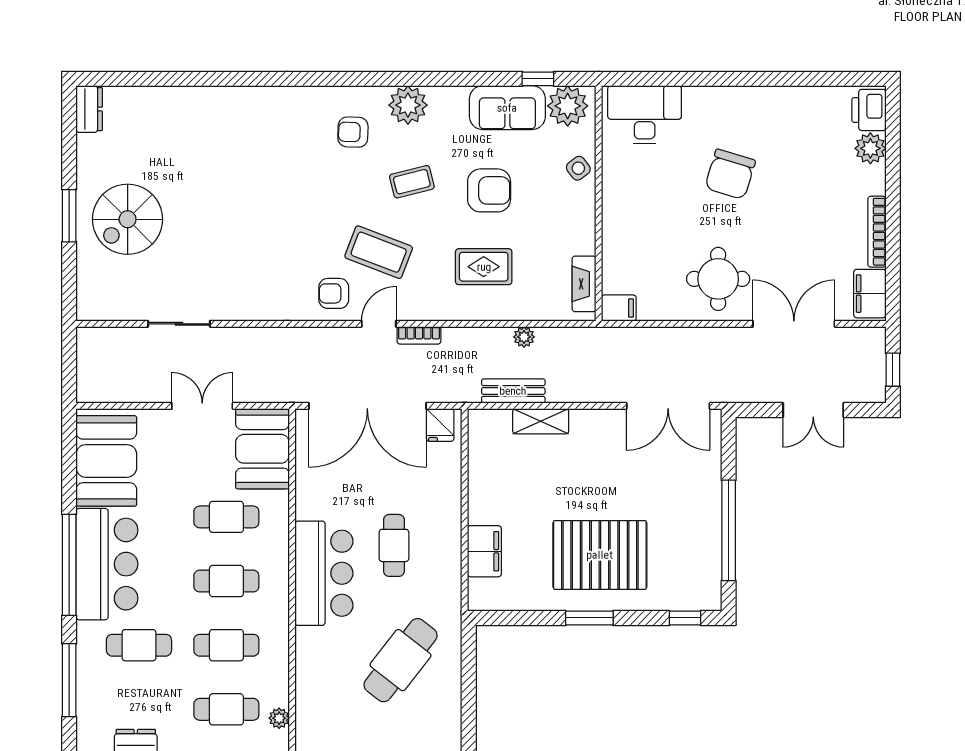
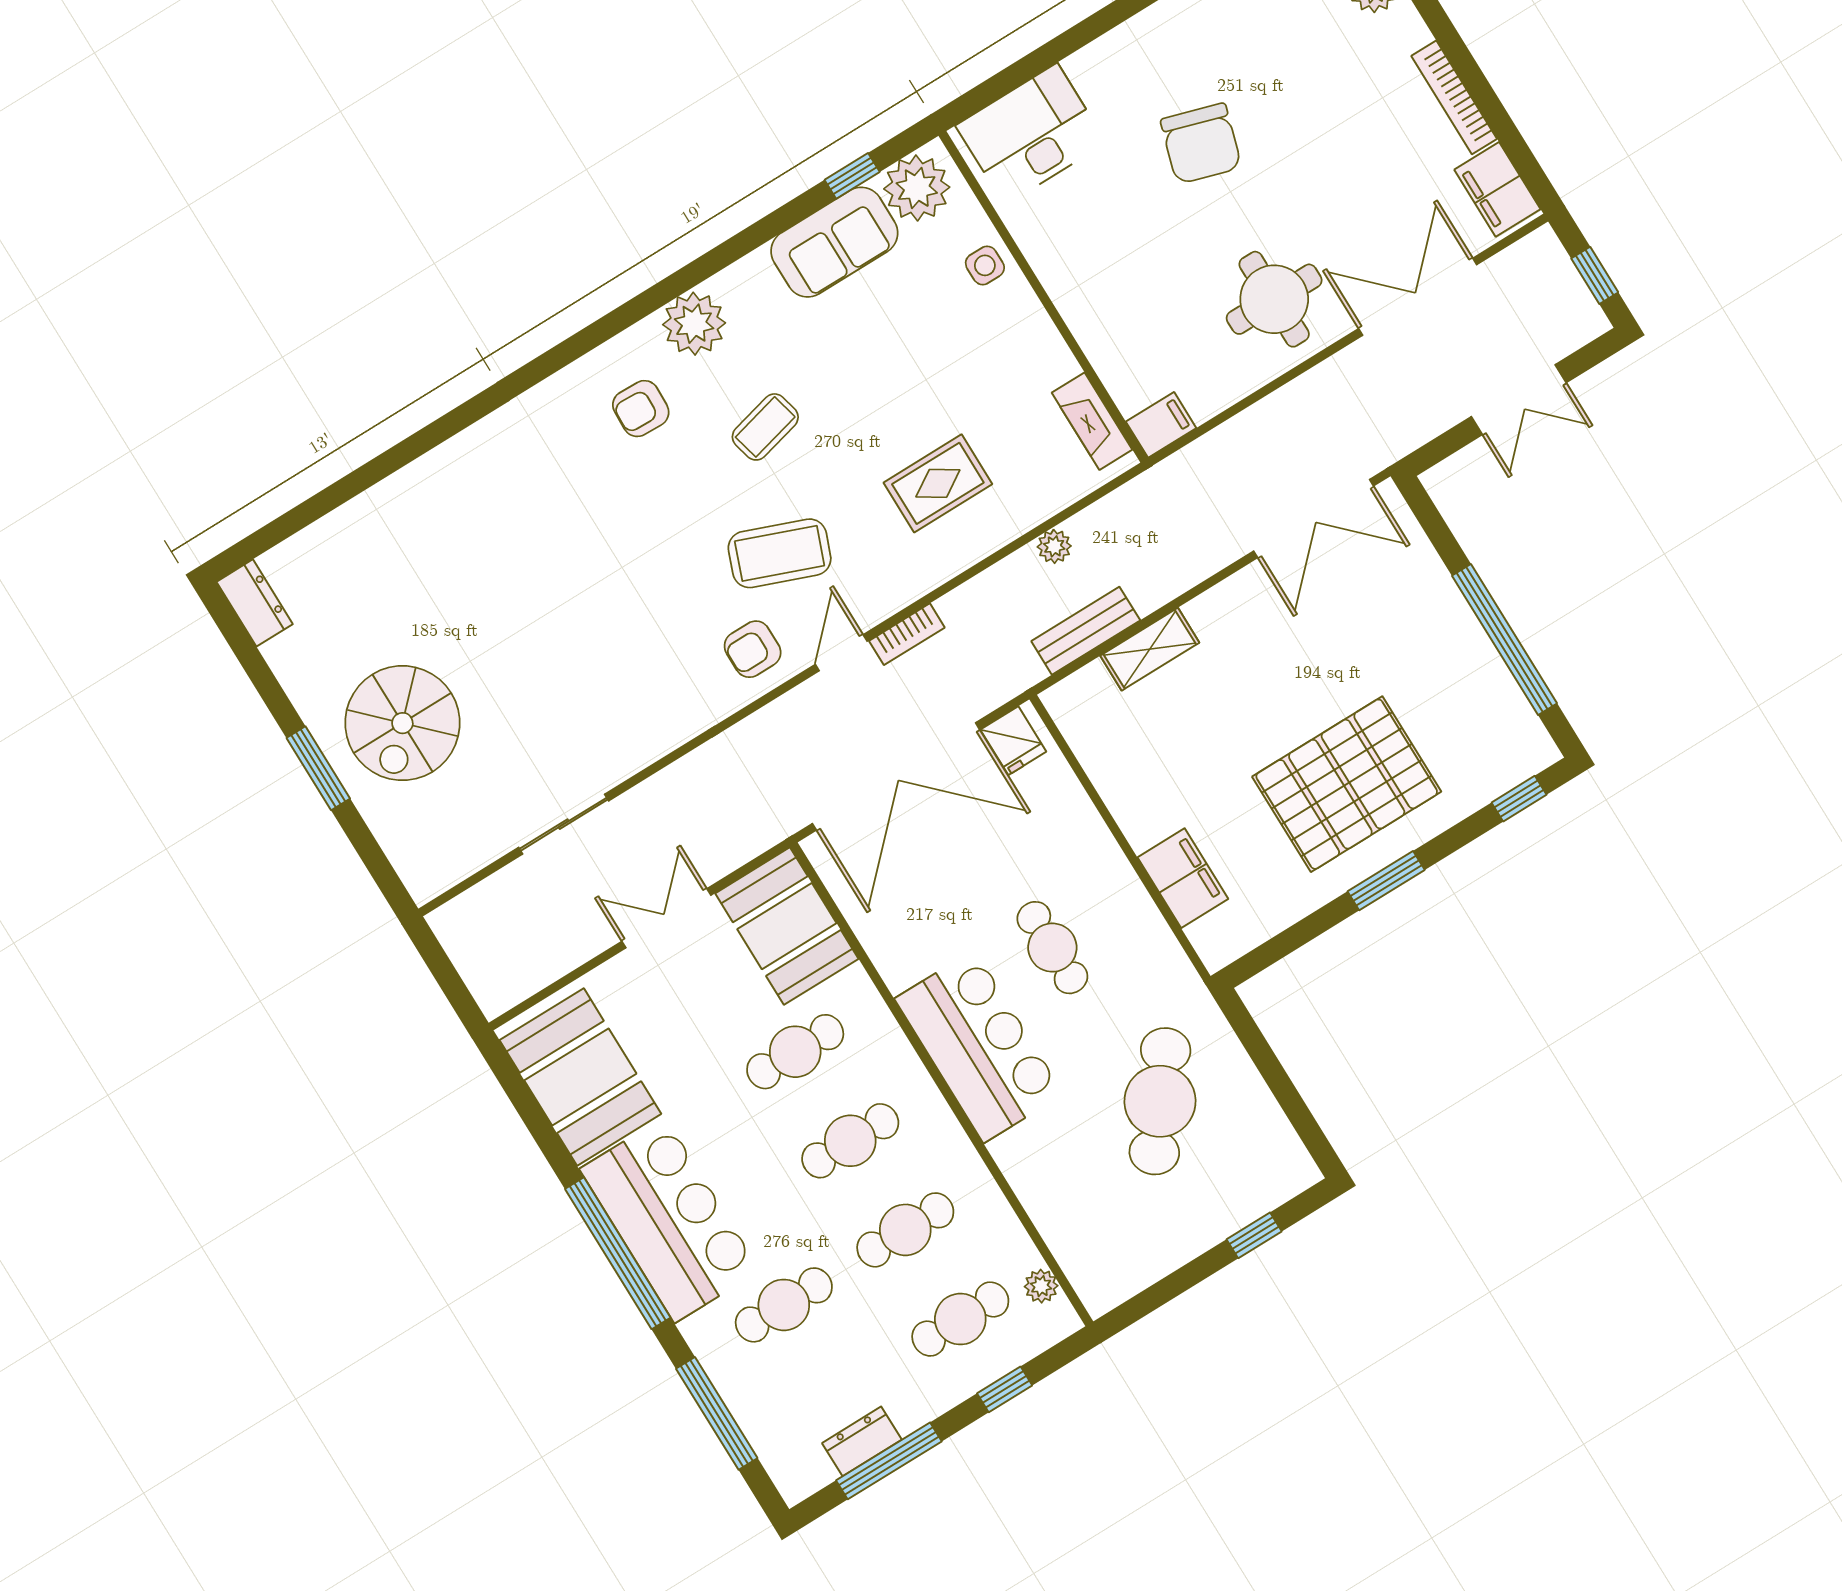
side table: (578, 168) -> (985, 265), turned 37
armchair: (489, 190) -> (880, 373), removed

